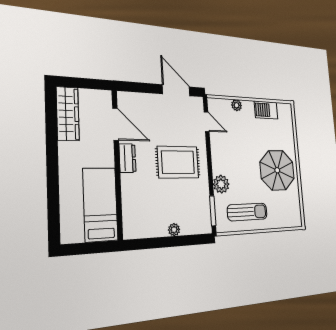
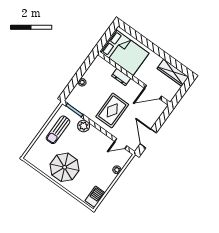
door: (176, 90) -> (148, 138), swing flipped
barbecue: (266, 110) -> (95, 197), moved
dresser: (127, 158) -> (121, 77), moved
bed: (100, 204) -> (124, 52), width x1.50

